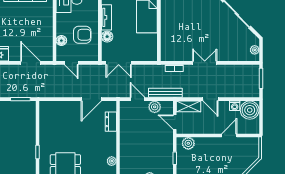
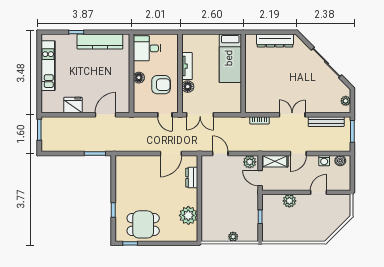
floor lamp: (61, 41) -> (139, 78), moved
door: (30, 63) -> (106, 115), hinge flipped
door: (71, 63) -> (165, 115), moved
bench: (165, 93) -> (326, 122), moved
door: (210, 99) -> (298, 154), hinge flipped
plant: (155, 107) -> (250, 162), moved
boiler: (250, 110) -> (340, 161), width x0.54, depth x0.54
plant: (188, 143) -> (289, 201), moved
plant: (112, 161) -> (188, 215), width x1.87, depth x1.87

